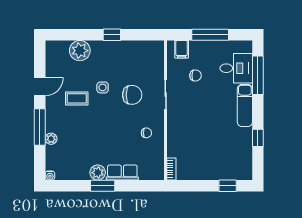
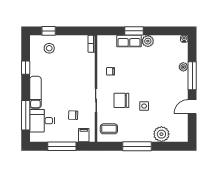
window: (112, 35) -> (137, 146), width x2.17
coffee table: (77, 98) -> (109, 129), moved
stool: (227, 163) -> (49, 48), added
window: (103, 186) -> (134, 31), moved

